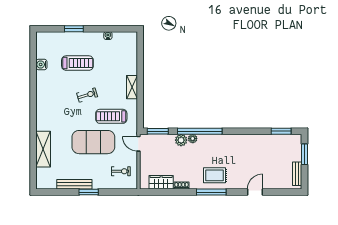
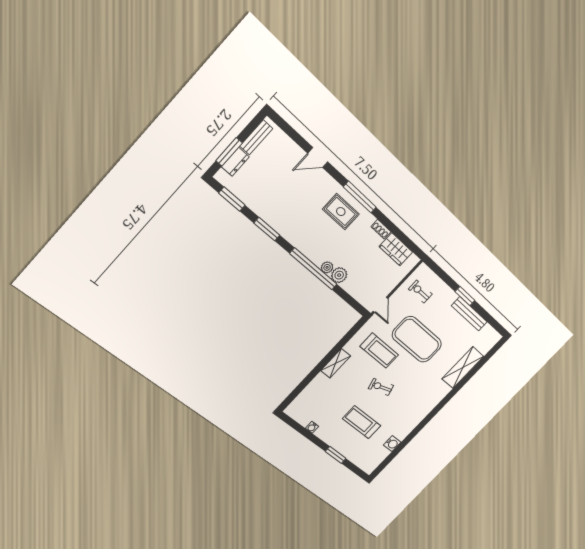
window: (158, 131) -> (267, 229), moved
dresser: (297, 152) -> (235, 162), added

